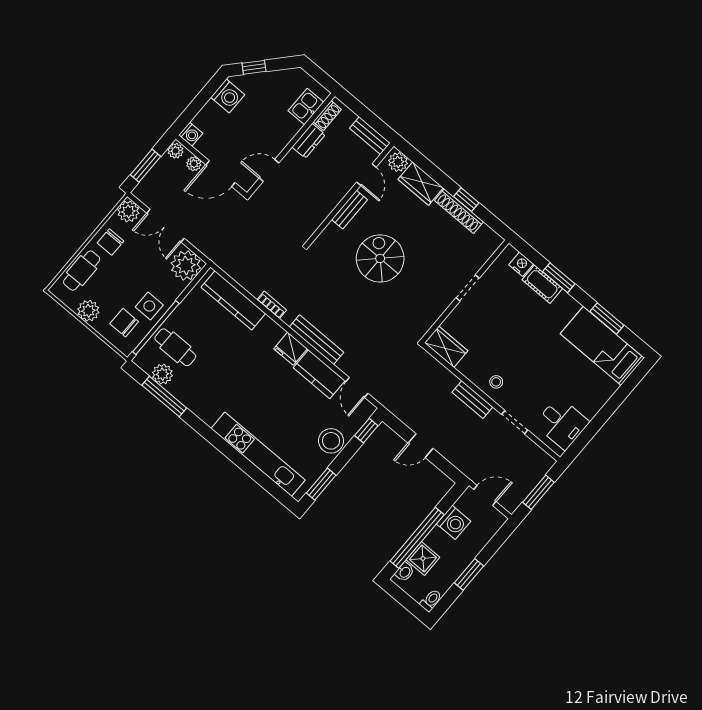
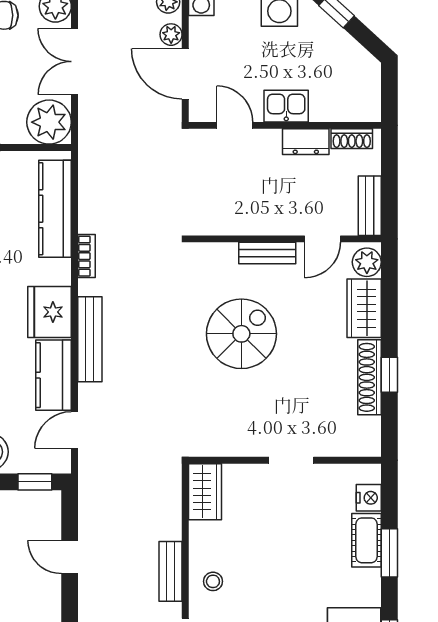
kitchen sink: (306, 107) -> (286, 106), moved
fridge: (290, 349) -> (49, 312), width x1.36, depth x1.34

